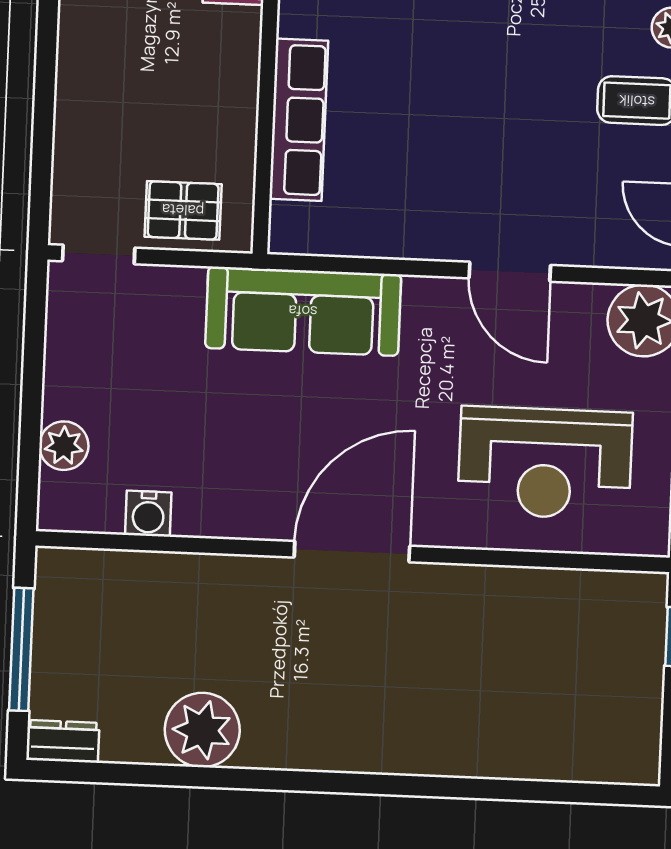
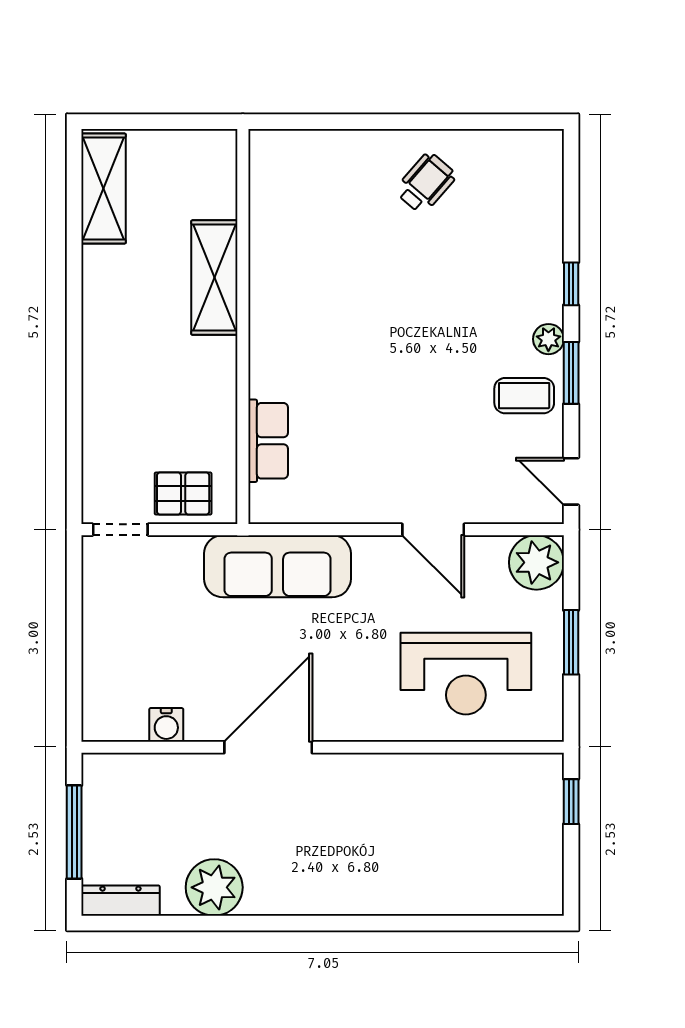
row of seats: (299, 120) -> (268, 441), width x0.68
plant: (64, 446) -> (100, 676), removed
door: (352, 552) -> (268, 747), moved
dresser: (63, 741) -> (120, 901), width x1.44

